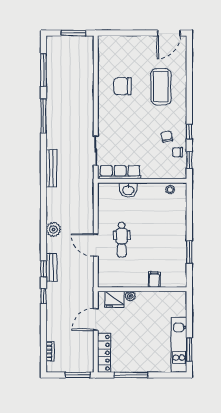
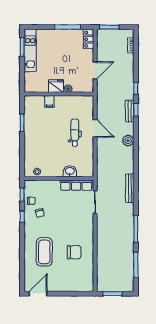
fridge: (115, 299) -> (56, 86), moved
locker: (104, 353) -> (88, 39), width x0.66

